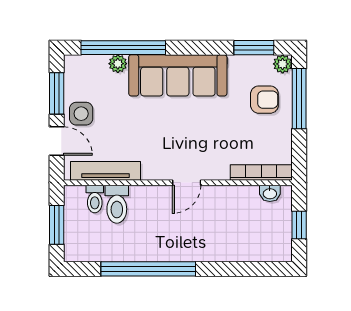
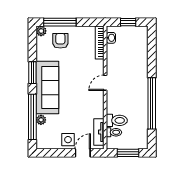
window: (254, 48) -> (32, 73), moved
window: (57, 93) -> (57, 153), removed
tv unit: (105, 171) -> (99, 132), width x0.71
door: (187, 183) -> (105, 83), swing flipped

